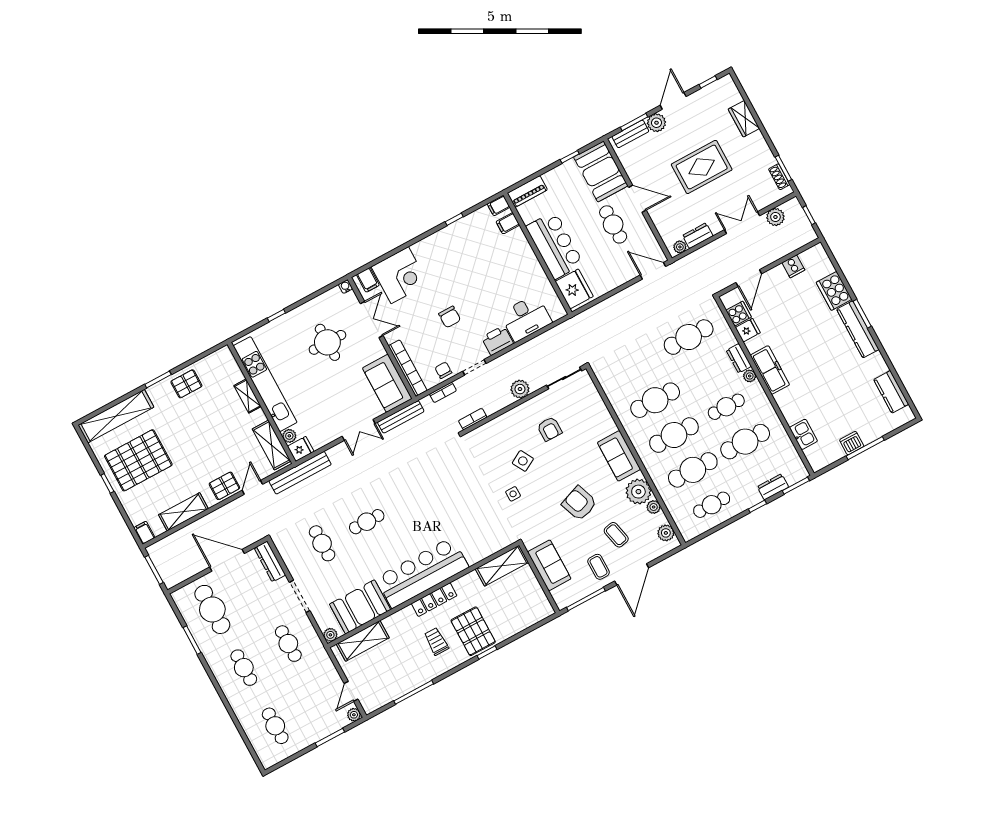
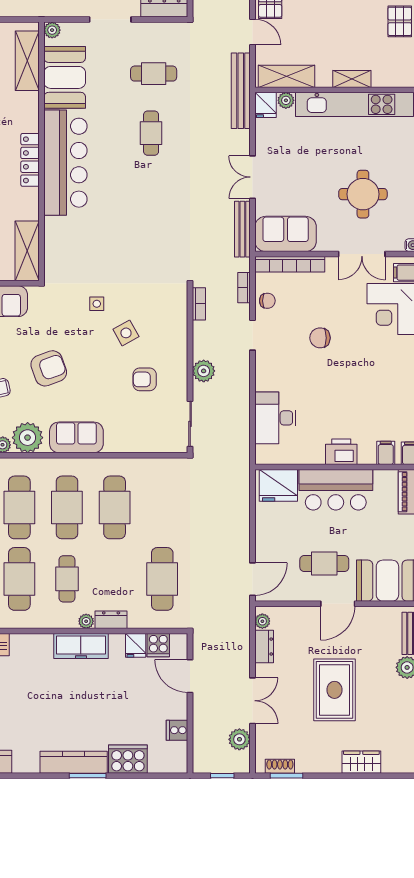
printer: (497, 341) -> (341, 452), moved, turned -90

